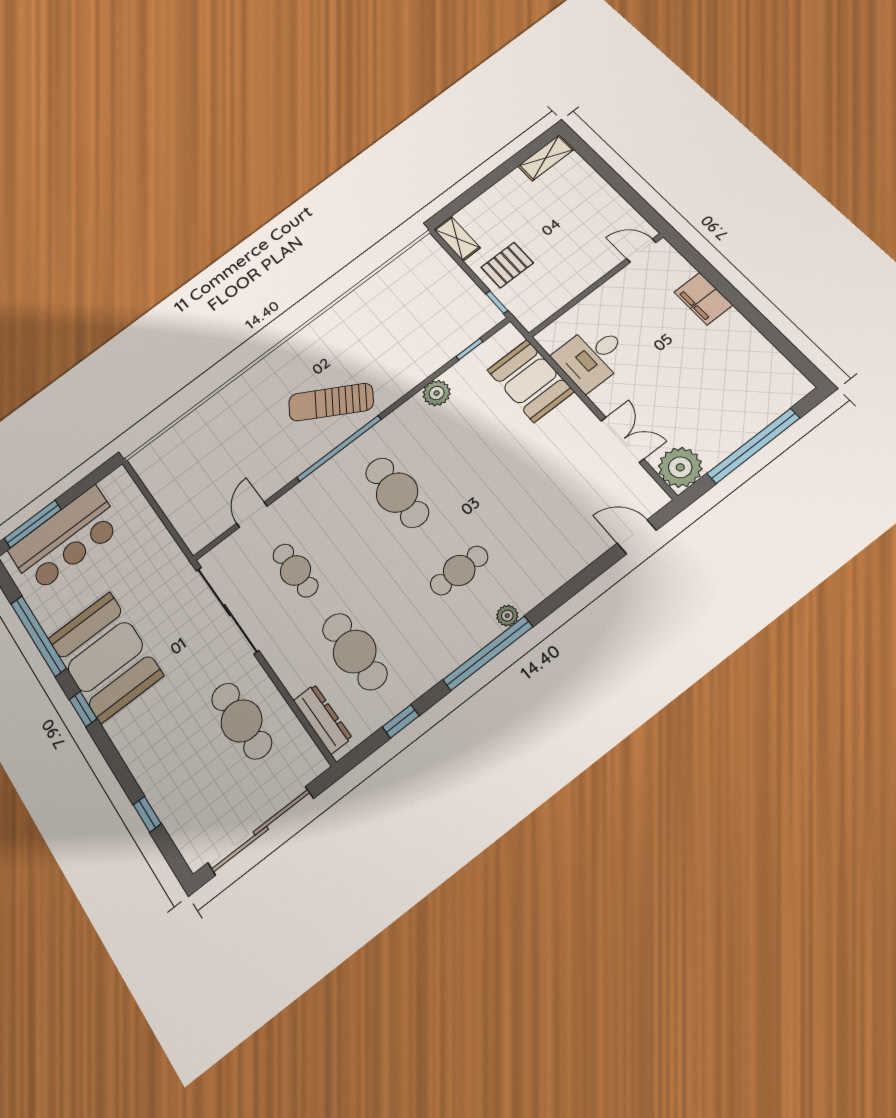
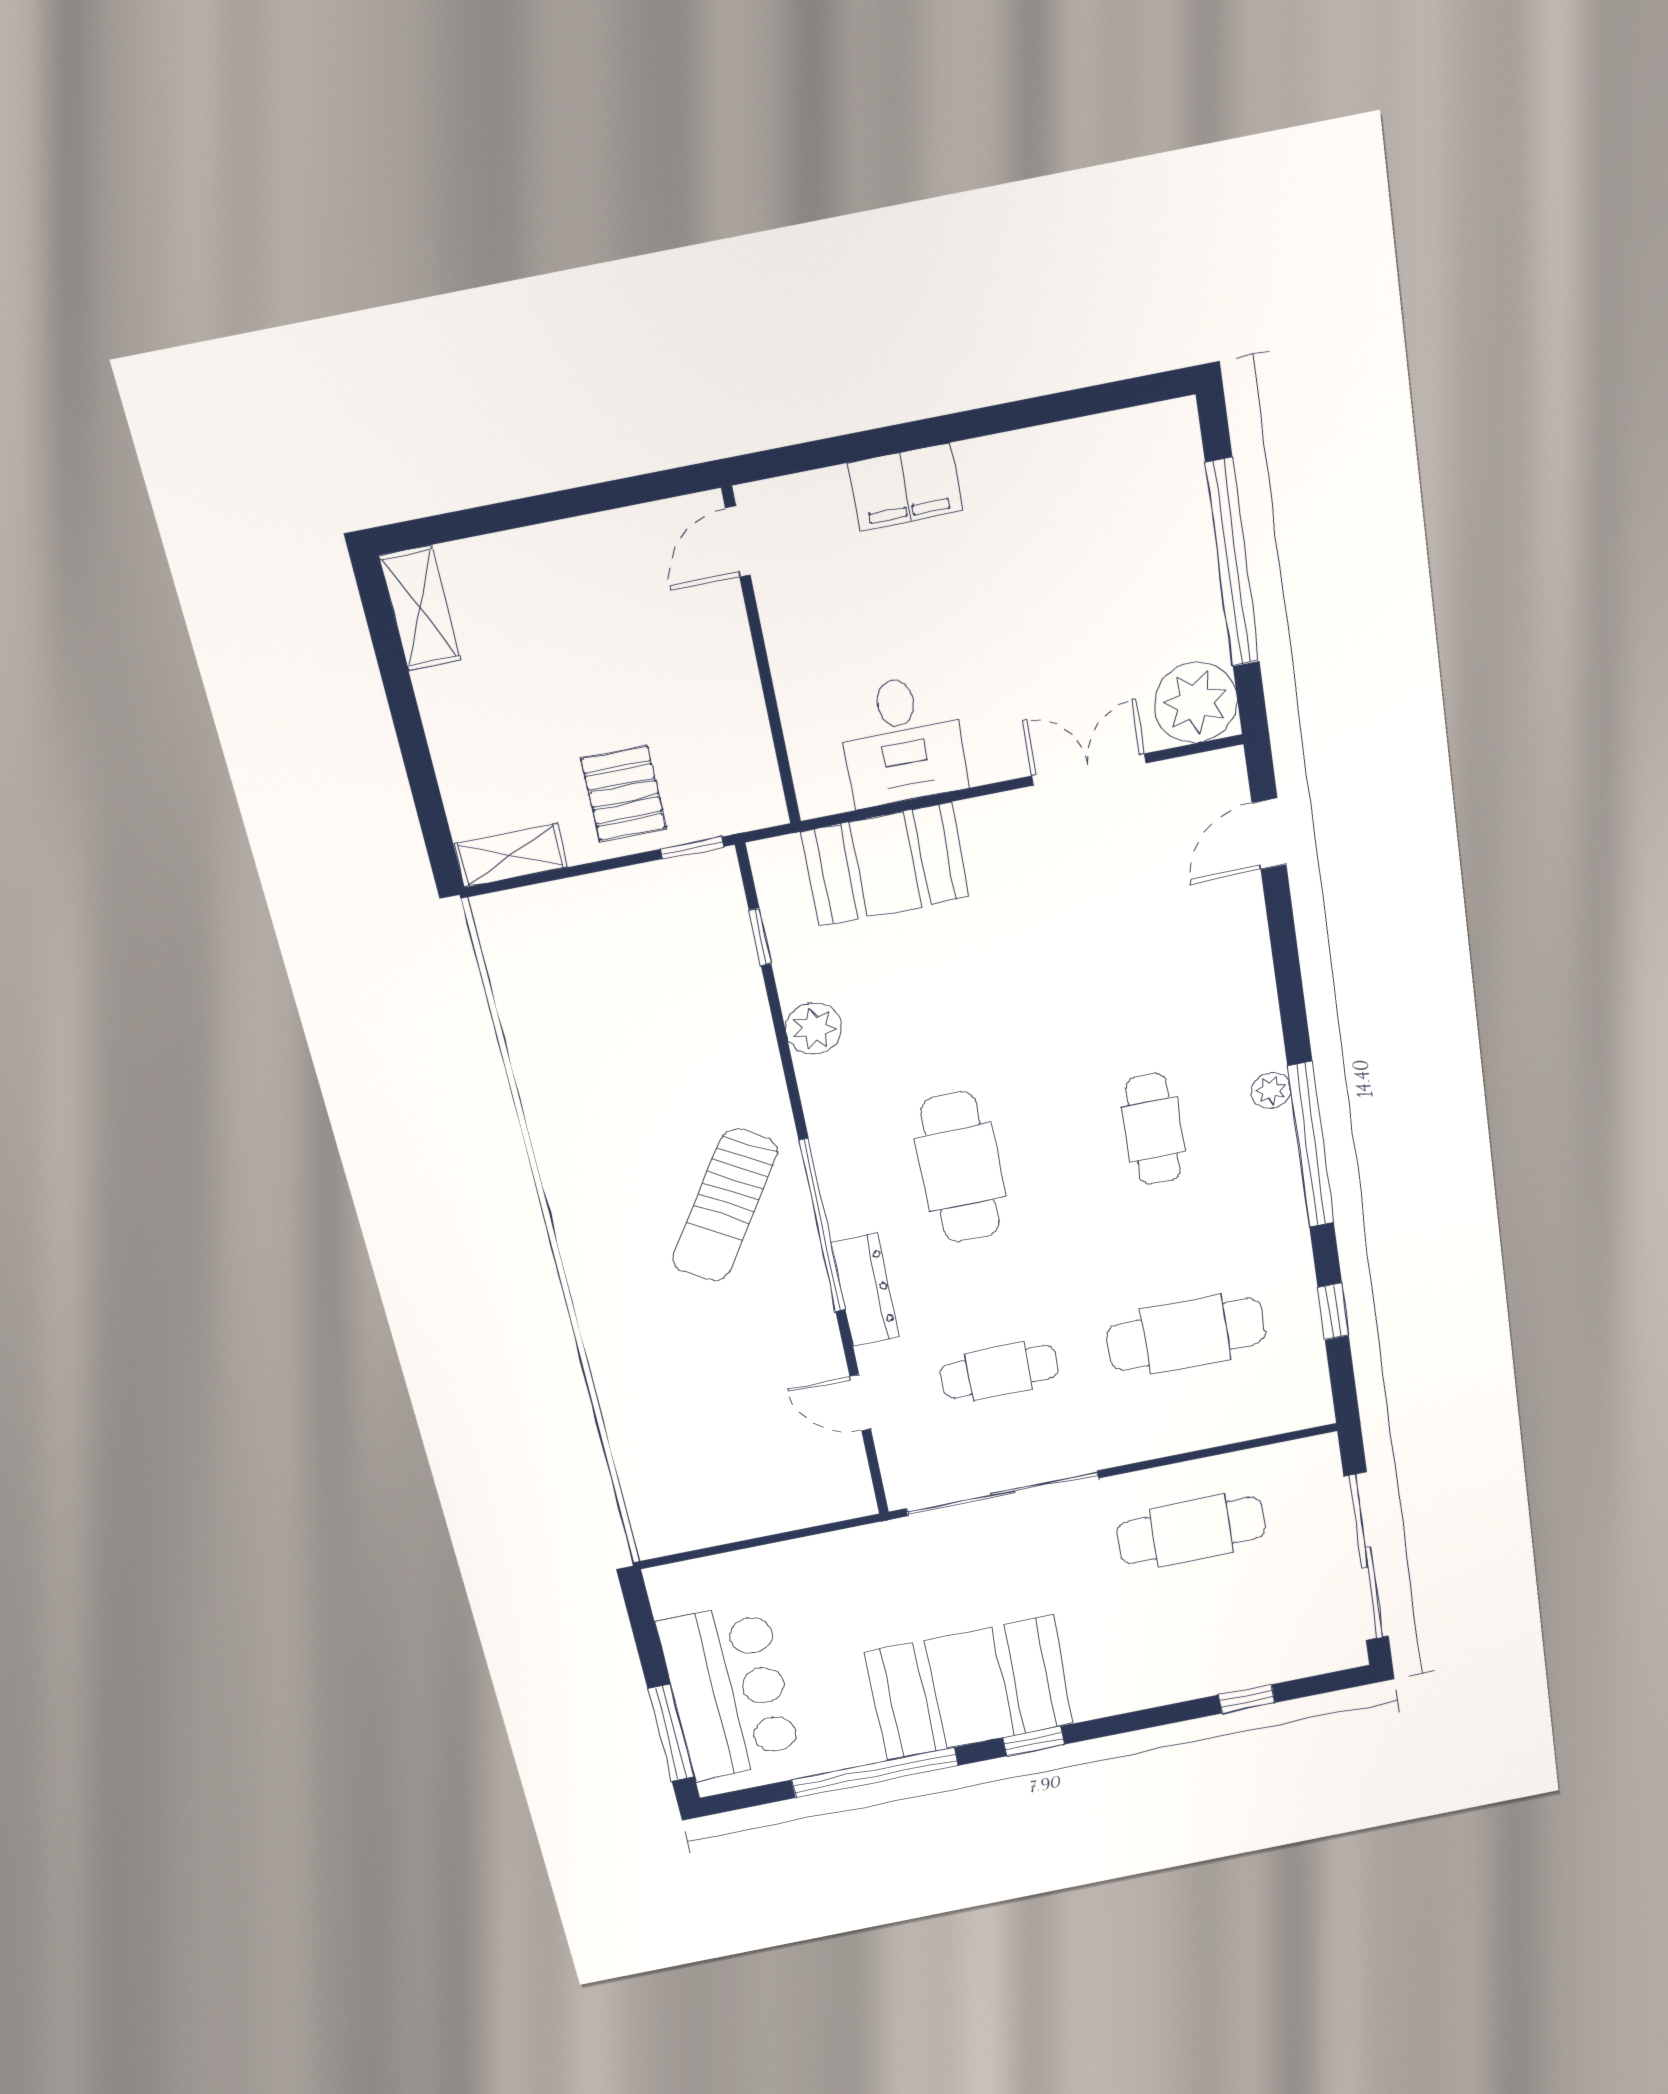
cafe table: (397, 493) -> (960, 1167), turned 90
dresser: (323, 719) -> (865, 1290), moved, turned 90

